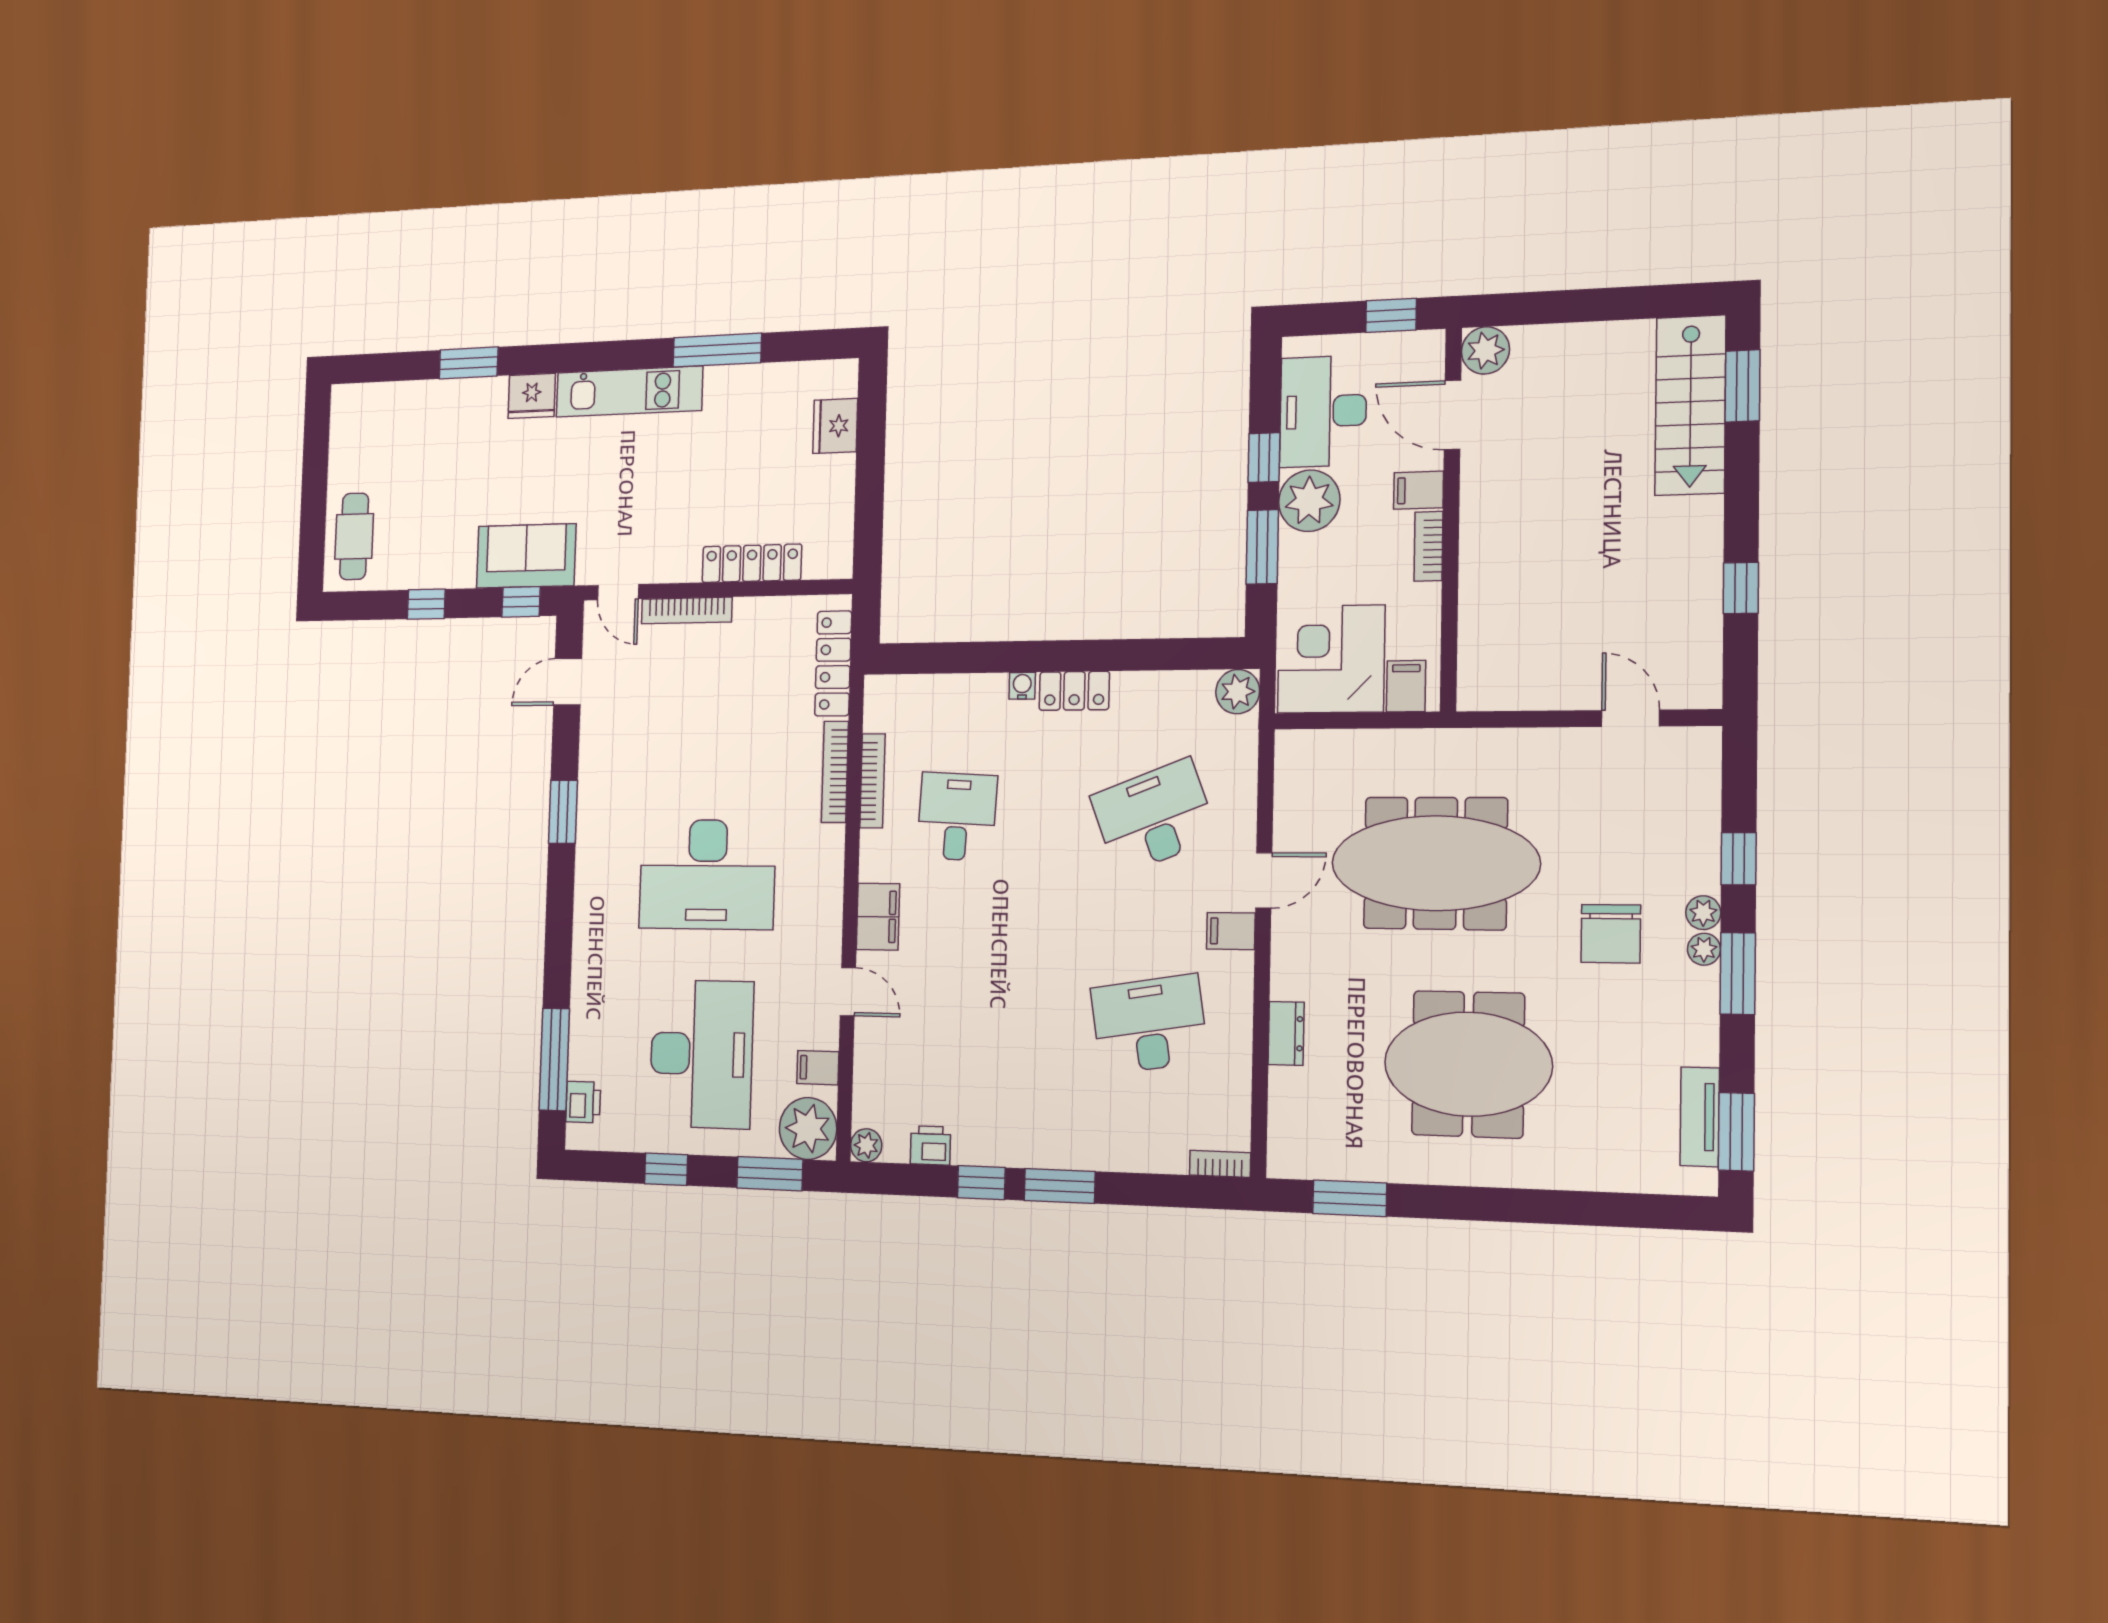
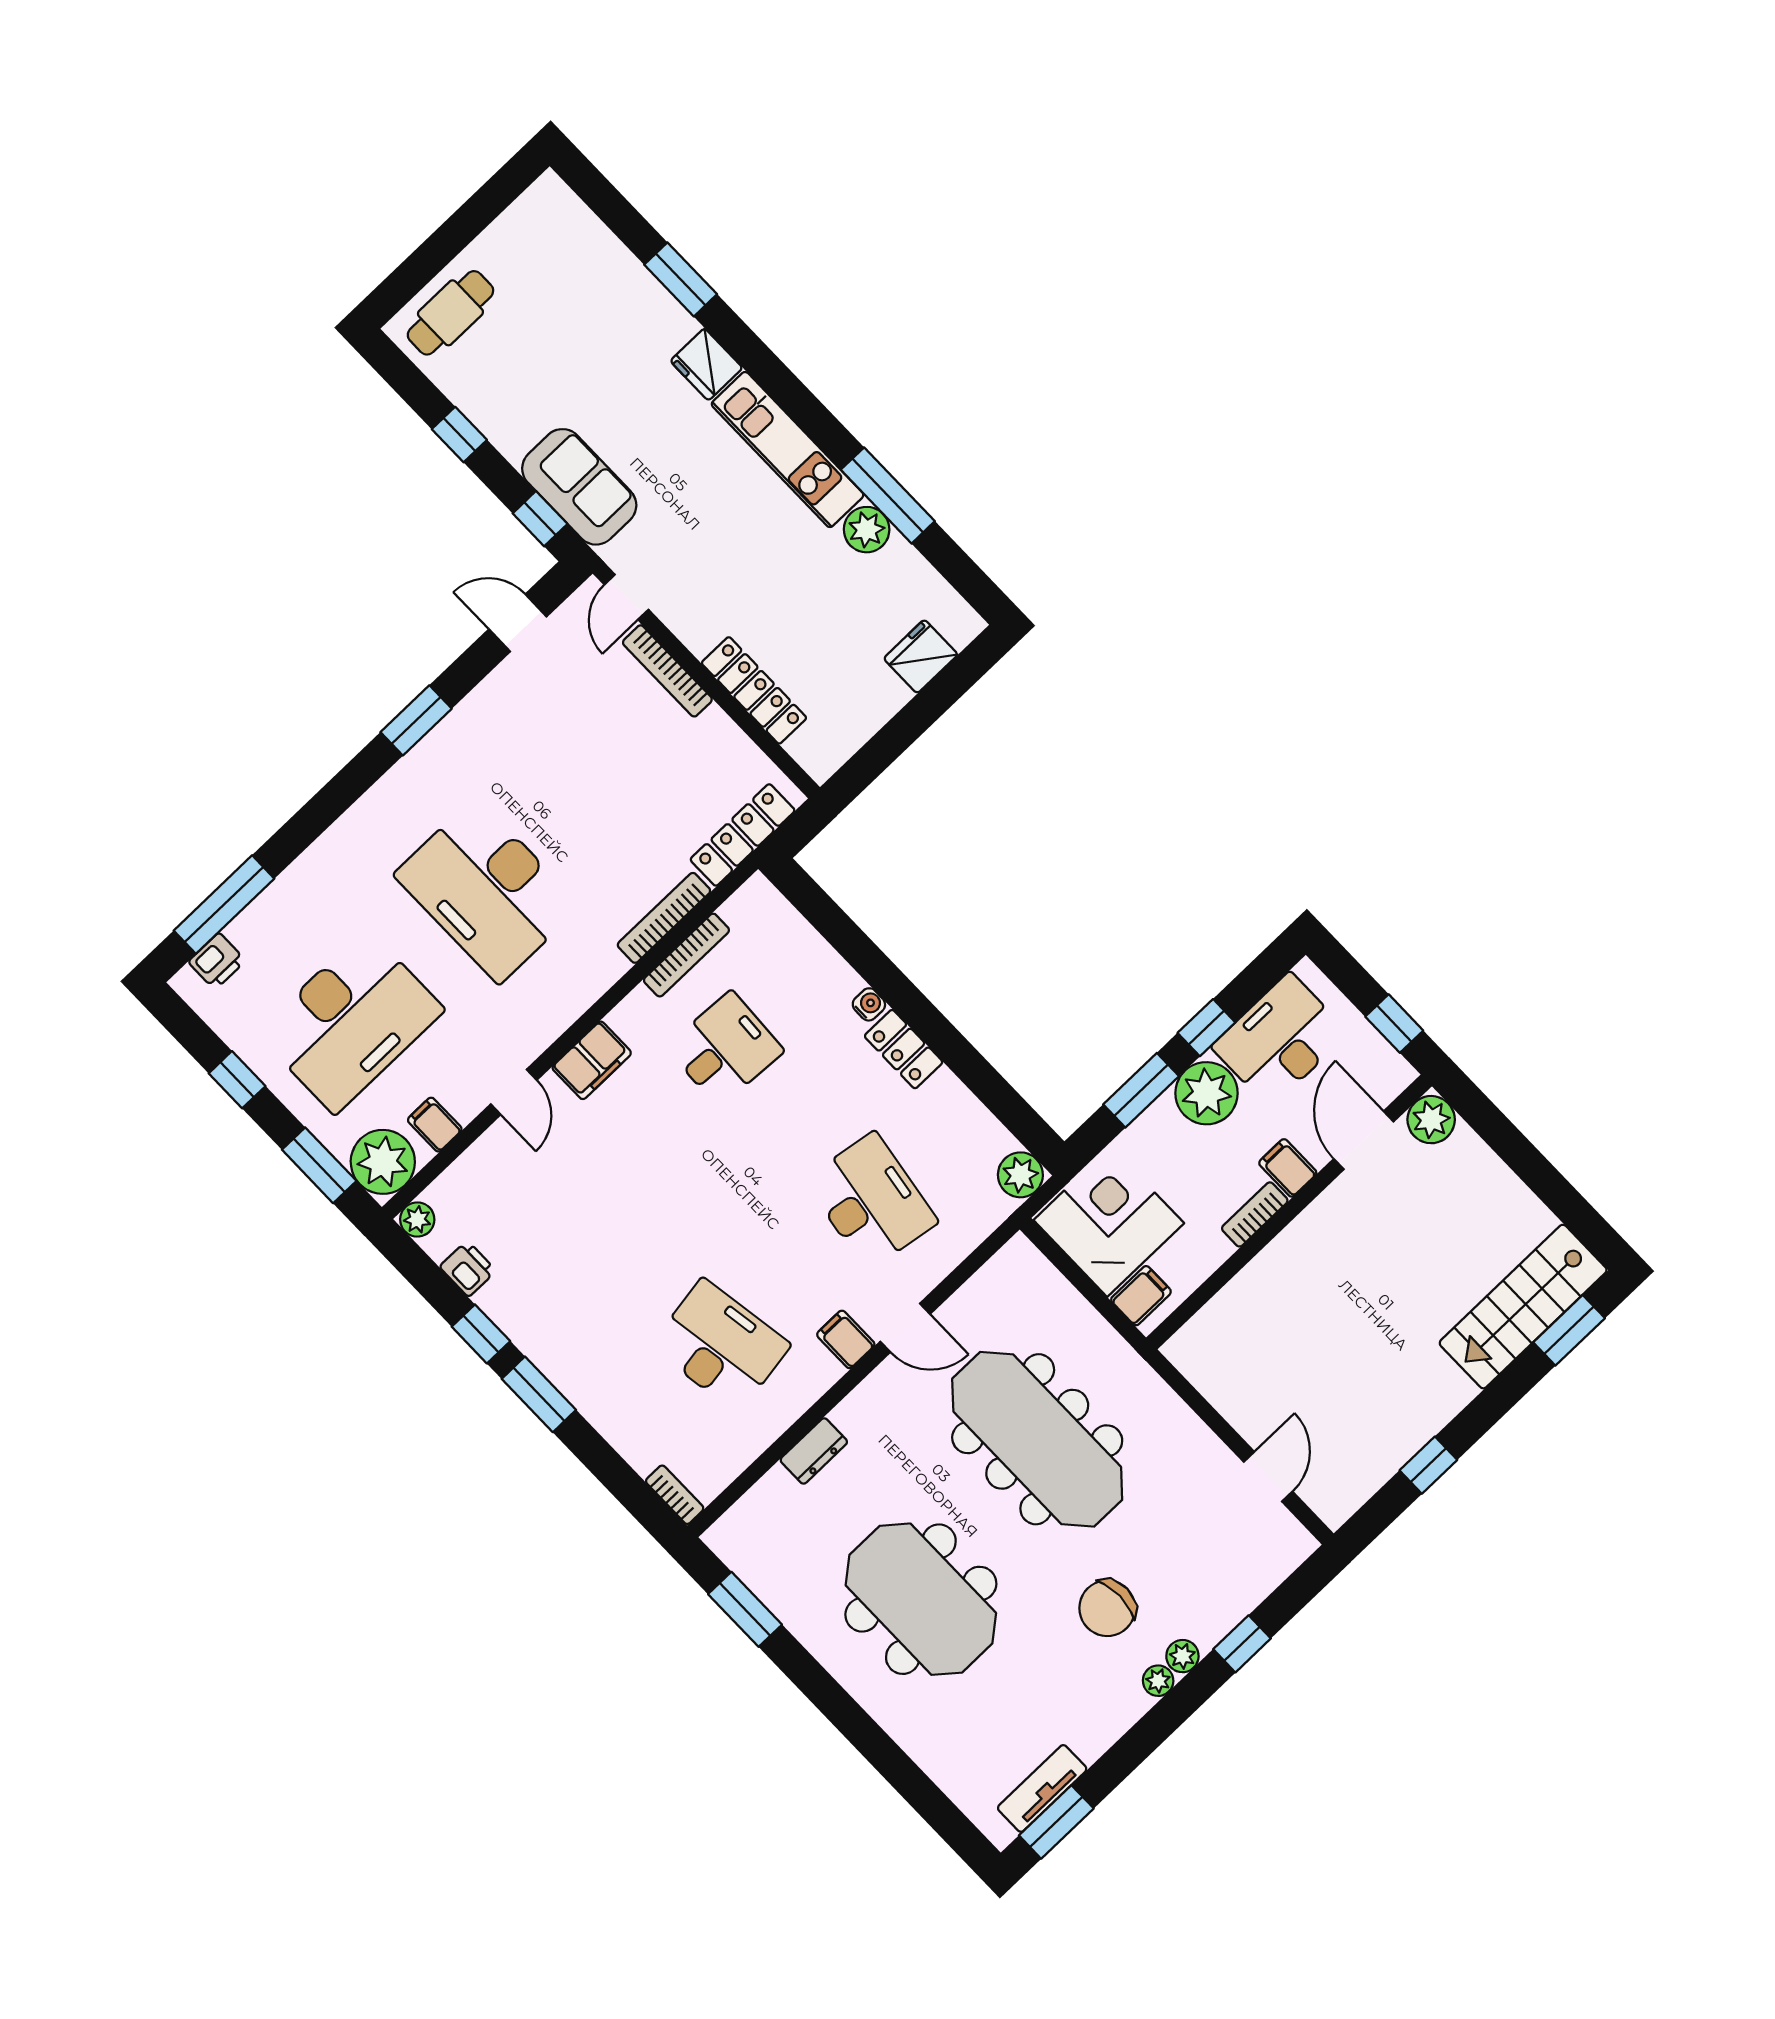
plant: (724, 386) -> (867, 530), added
desk: (1154, 817) -> (871, 1201), turned 30
window: (1738, 974) -> (1164, 1719), removed

